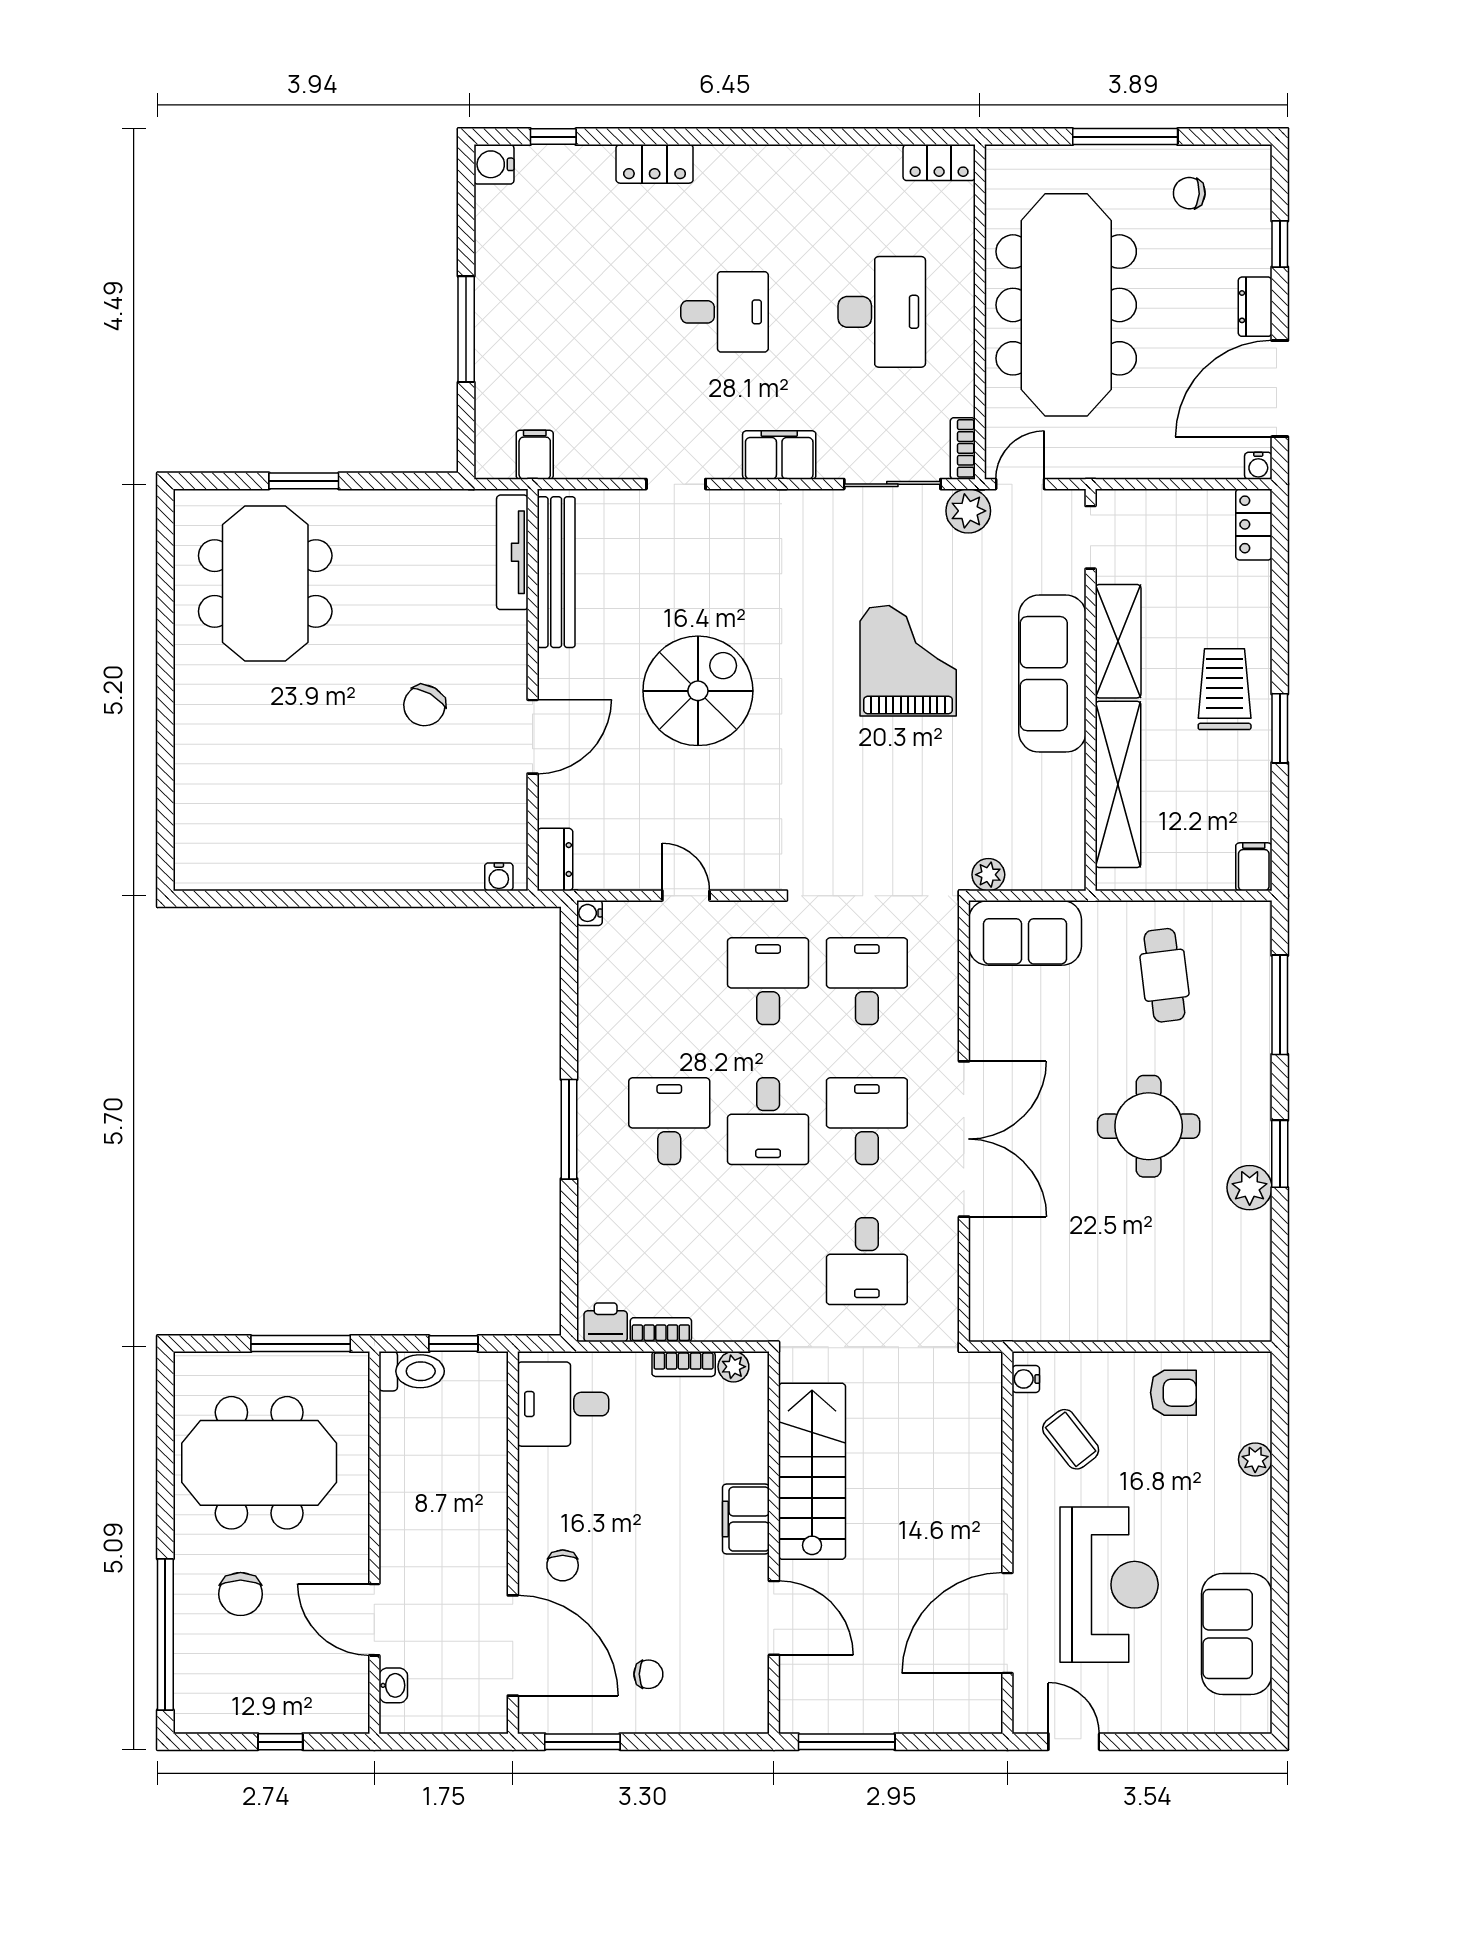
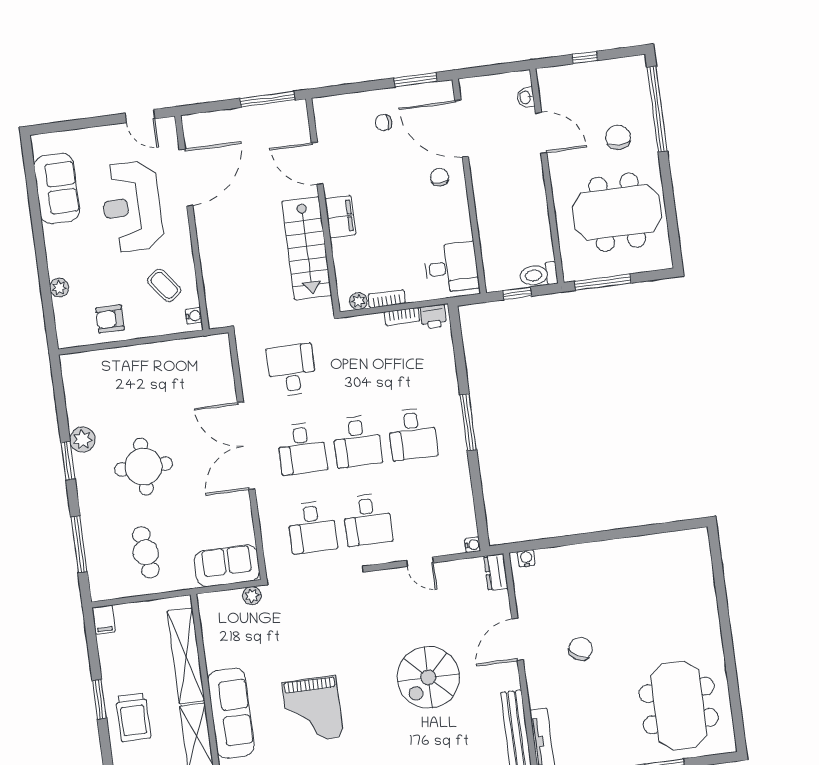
desk: (768, 1121) -> (357, 441), turned 180

